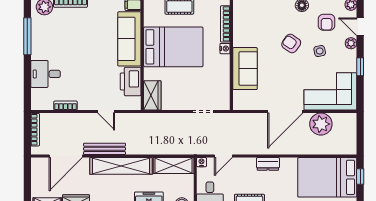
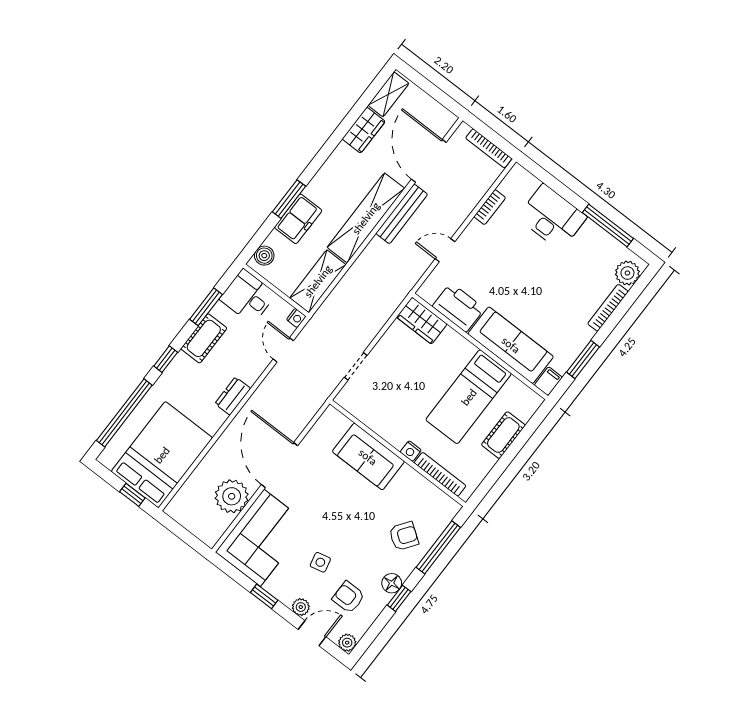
armchair: (291, 44) -> (404, 536), moved
bed: (173, 47) -> (469, 397), width x0.67
desk: (46, 74) -> (552, 217), width x1.37

